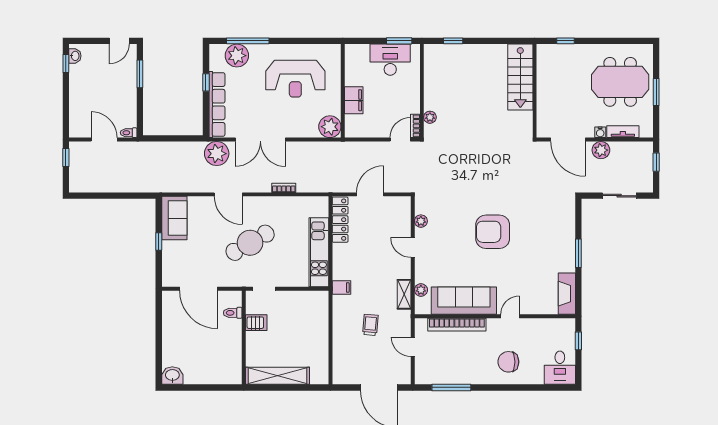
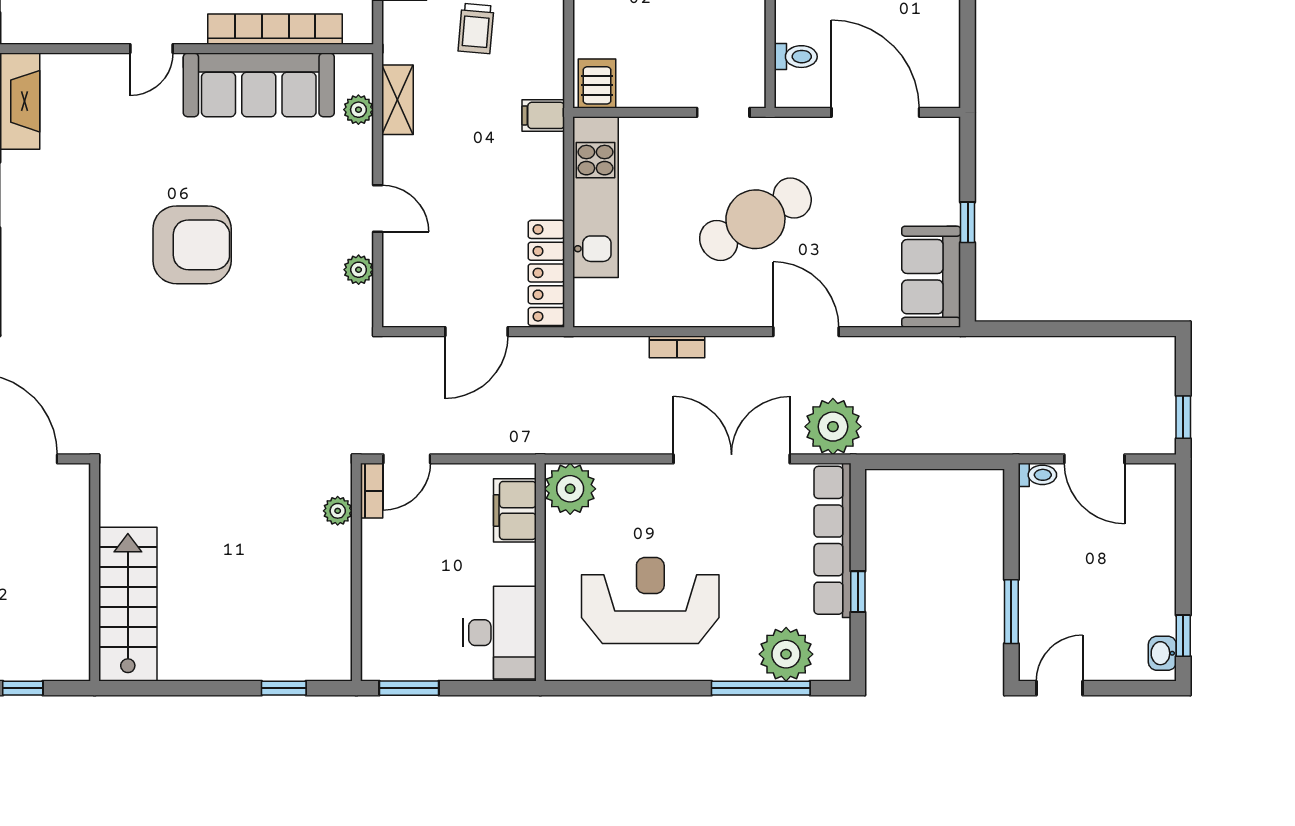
desk: (390, 60) -> (500, 633), moved, turned -90
filing cabinet: (354, 100) -> (515, 510), moved
server rack: (256, 323) -> (597, 83), moved, turned 90

